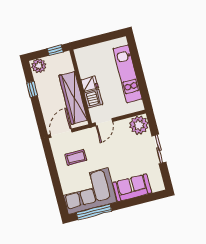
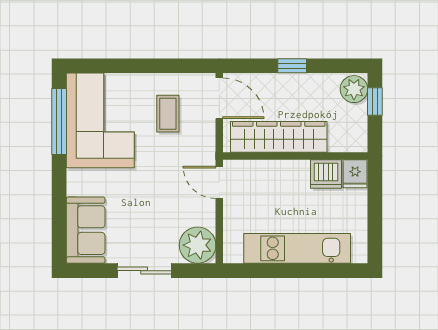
window: (55, 50) -> (375, 101), moved
fridge: (90, 84) -> (355, 174), moved
window: (32, 89) -> (292, 66), moved
dishwasher: (93, 99) -> (326, 174), moved
sofa: (132, 188) -> (86, 230), moved

